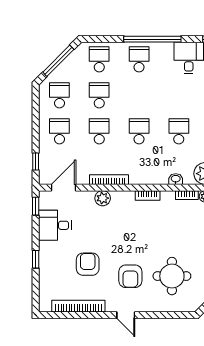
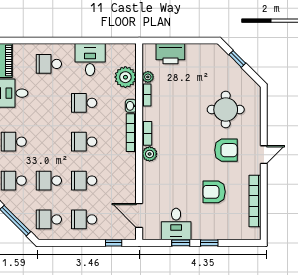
bookcase: (109, 180) -> (131, 133), moved
plant: (103, 198) -> (150, 154), moved
window: (36, 206) -> (181, 243), moved

